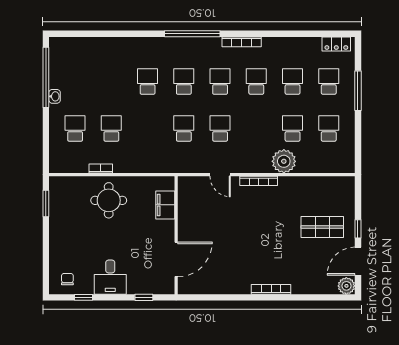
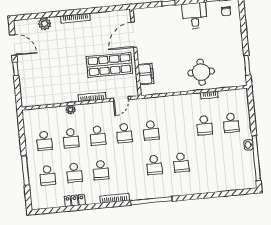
locker: (336, 44) -> (75, 201), moved
school desk: (220, 81) -> (98, 136), moved
plant: (284, 161) -> (71, 110), width x0.53, depth x0.53
door: (220, 175) -> (121, 99), swing flipped
filing cabinet: (165, 205) -> (146, 74), moved
shop shelf: (322, 227) -> (109, 65), moved, width x1.43, depth x1.36
wall: (176, 235) -> (136, 52), moved
door: (176, 259) -> (134, 35), moved
door: (358, 261) -> (13, 45), hinge flipped
plant: (346, 286) -> (44, 24), moved

